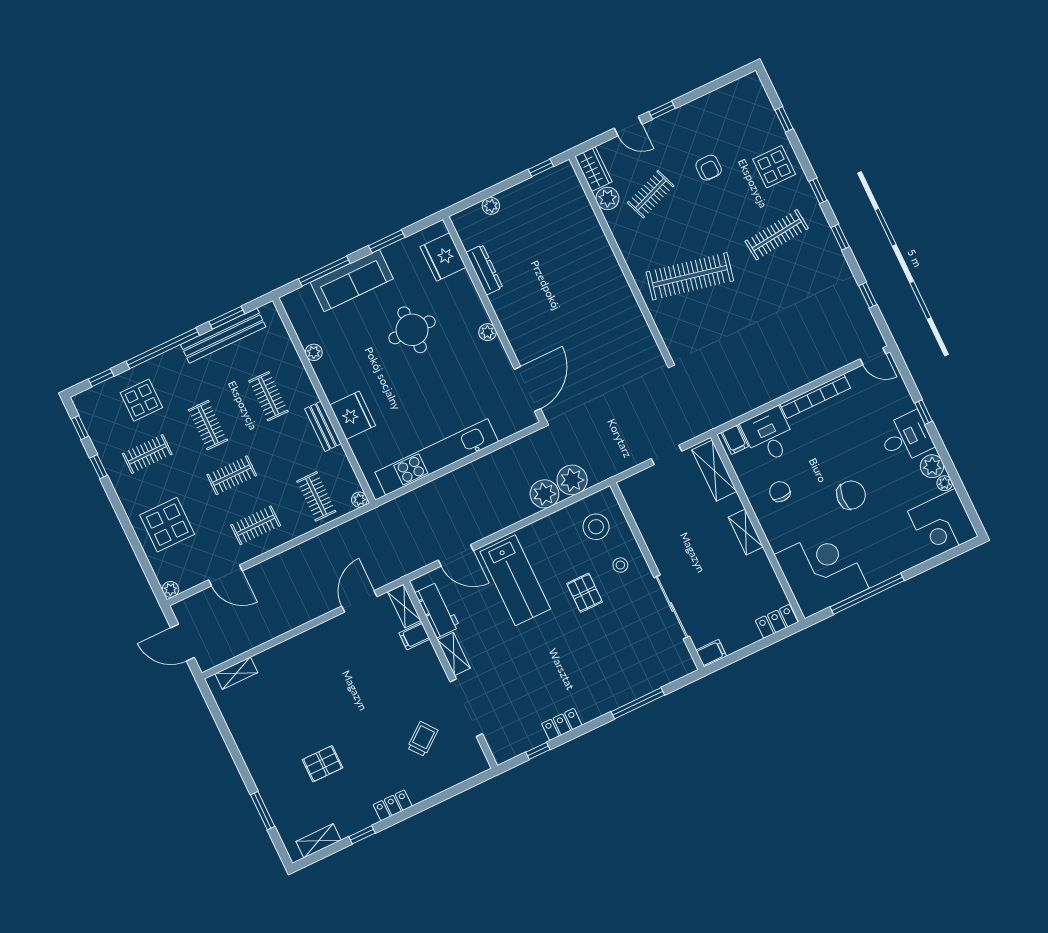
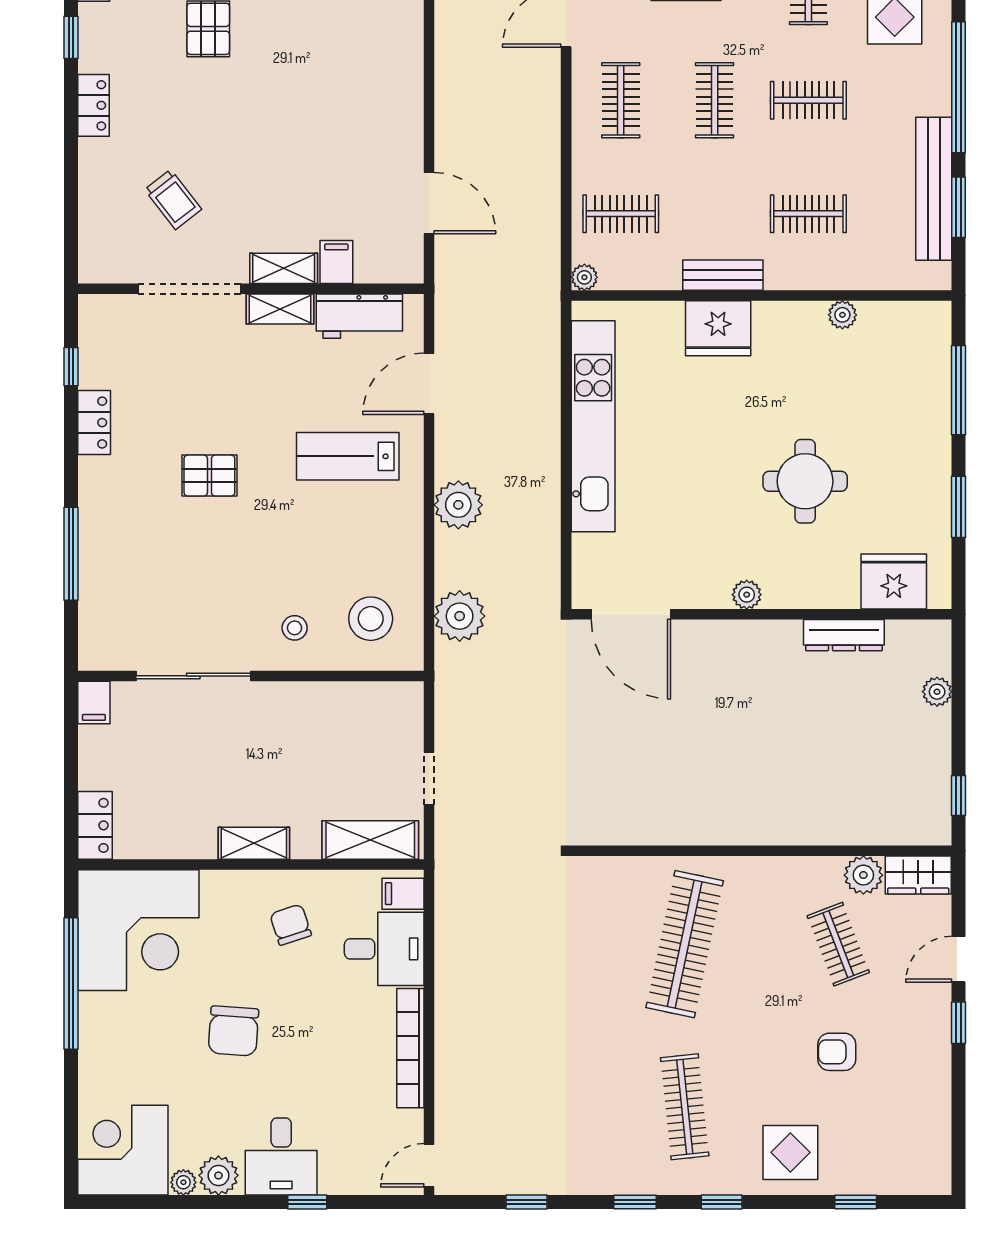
sofa: (352, 281) -> (924, 425), removed
chair: (780, 492) -> (291, 925), turned -108
plant: (544, 494) -> (458, 505), moved
lab bench: (515, 580) -> (348, 456), width x0.73, depth x0.72
pallet: (585, 593) -> (209, 476), moved
shelving: (404, 606) -> (284, 268), moved

